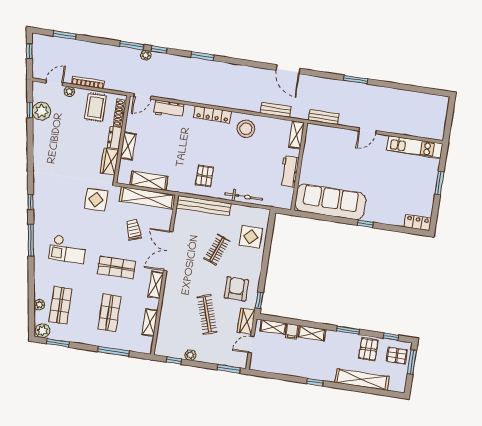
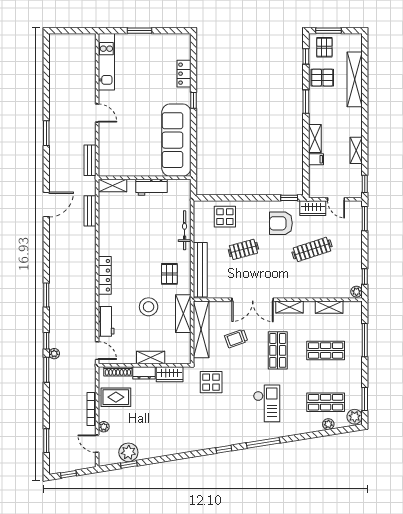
stool: (246, 129) -> (149, 307), moved
pallet: (205, 176) -> (169, 274), turned 90
shelving: (149, 181) -> (183, 314), moved
locker: (418, 223) -> (184, 74), moved
clothes rail: (217, 250) -> (243, 249), turned -36
shelving: (273, 327) -> (356, 150), moved
plant: (190, 355) -> (356, 292), moved
window: (315, 382) -> (365, 184), moved

